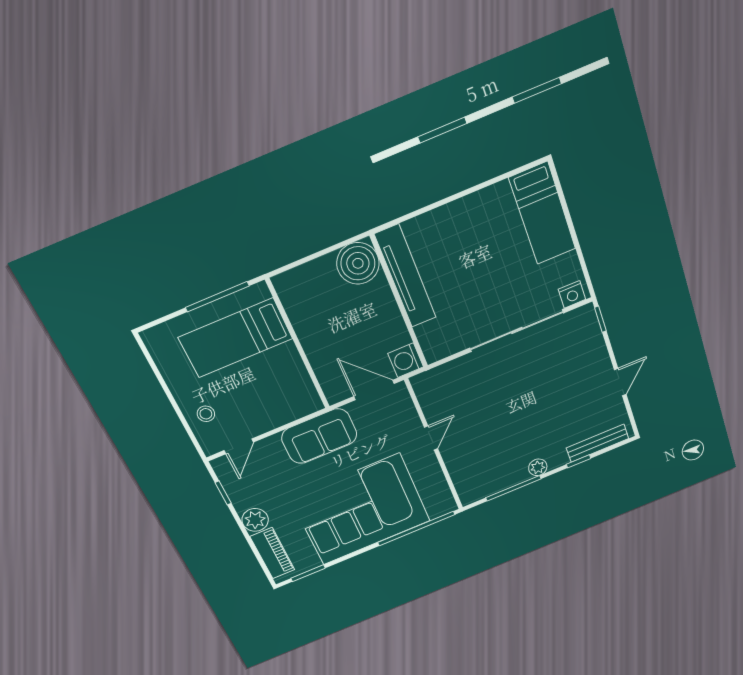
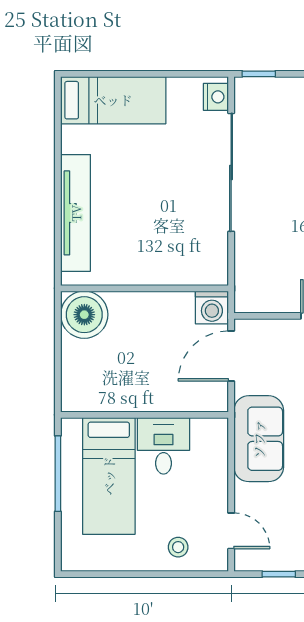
tv unit: (406, 276) -> (76, 213), moved, turned 90
desk: (280, 370) -> (163, 446), added

